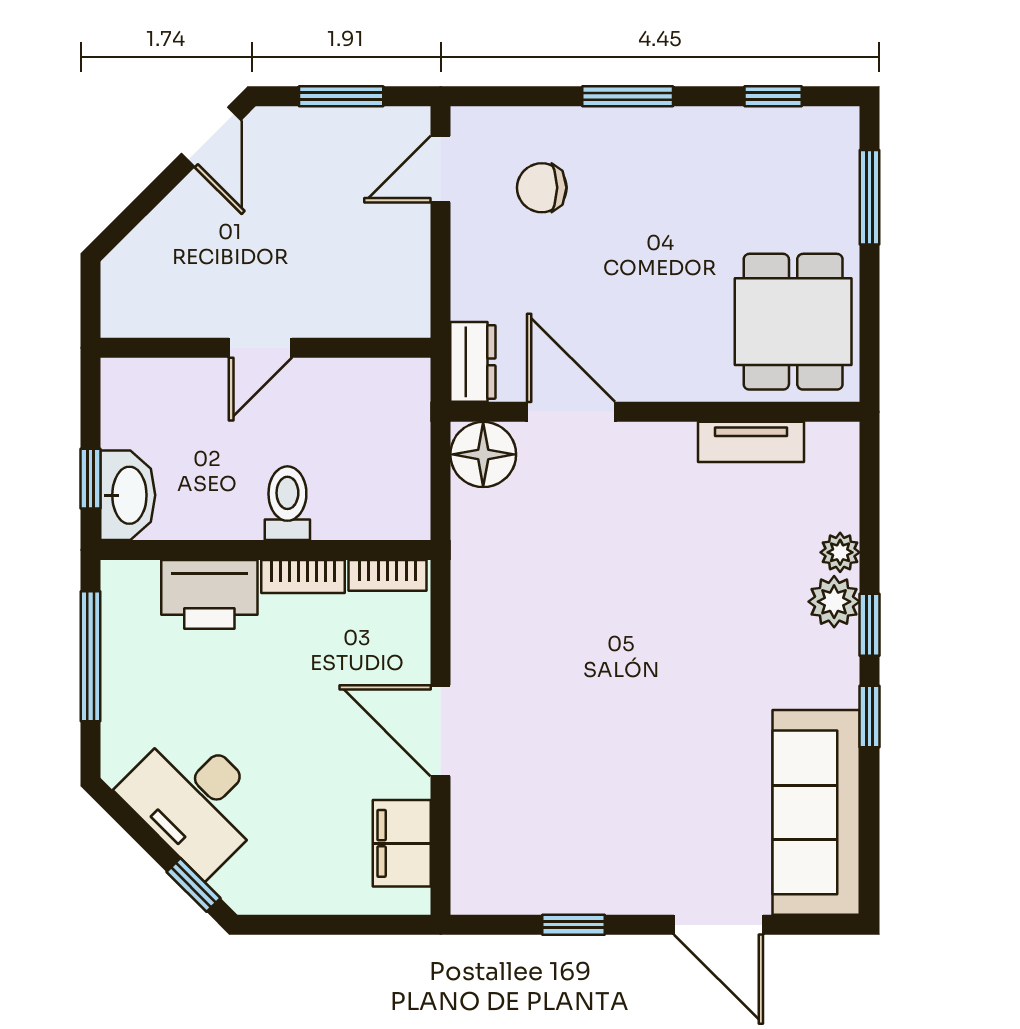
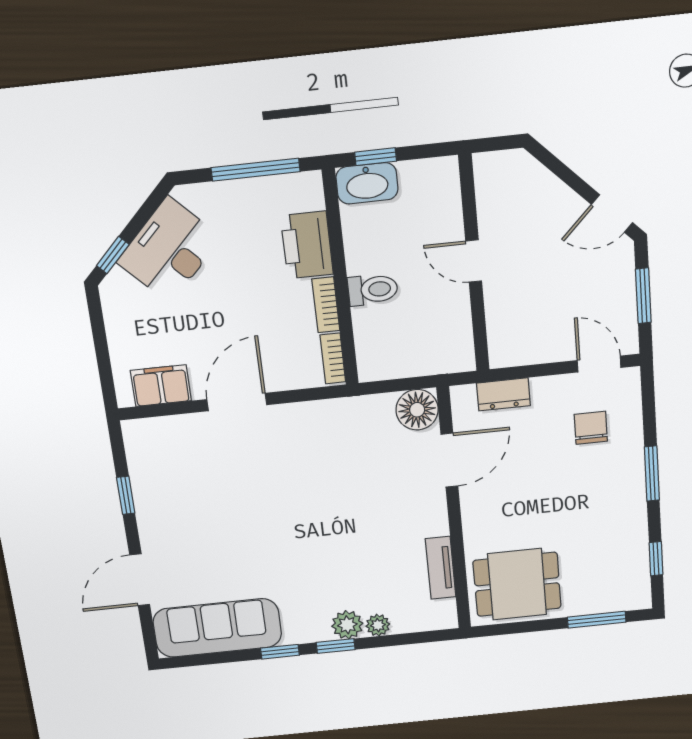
dresser: (473, 362) -> (503, 394), moved

